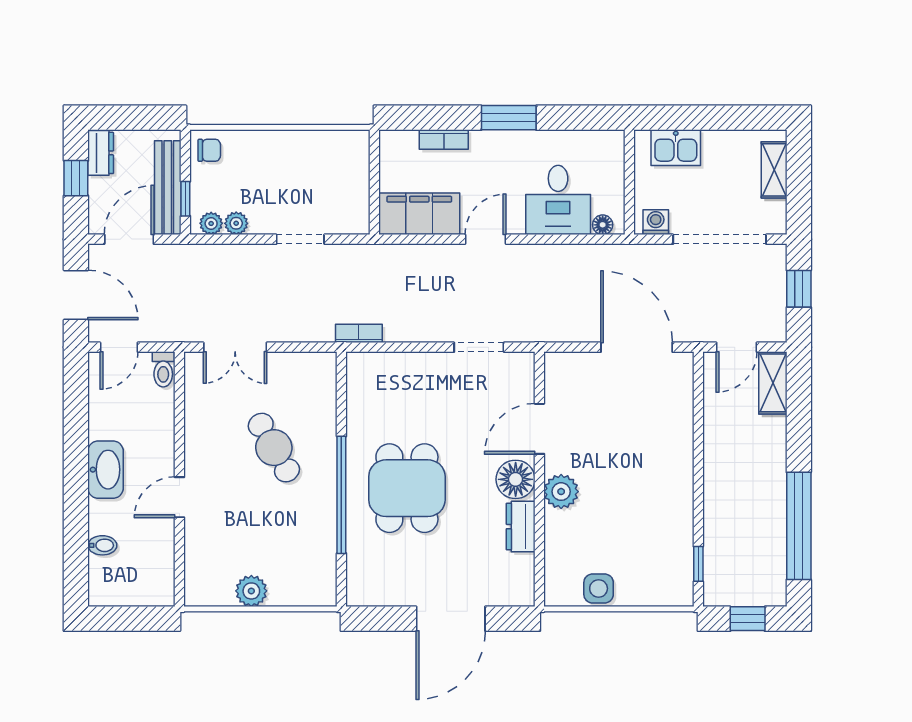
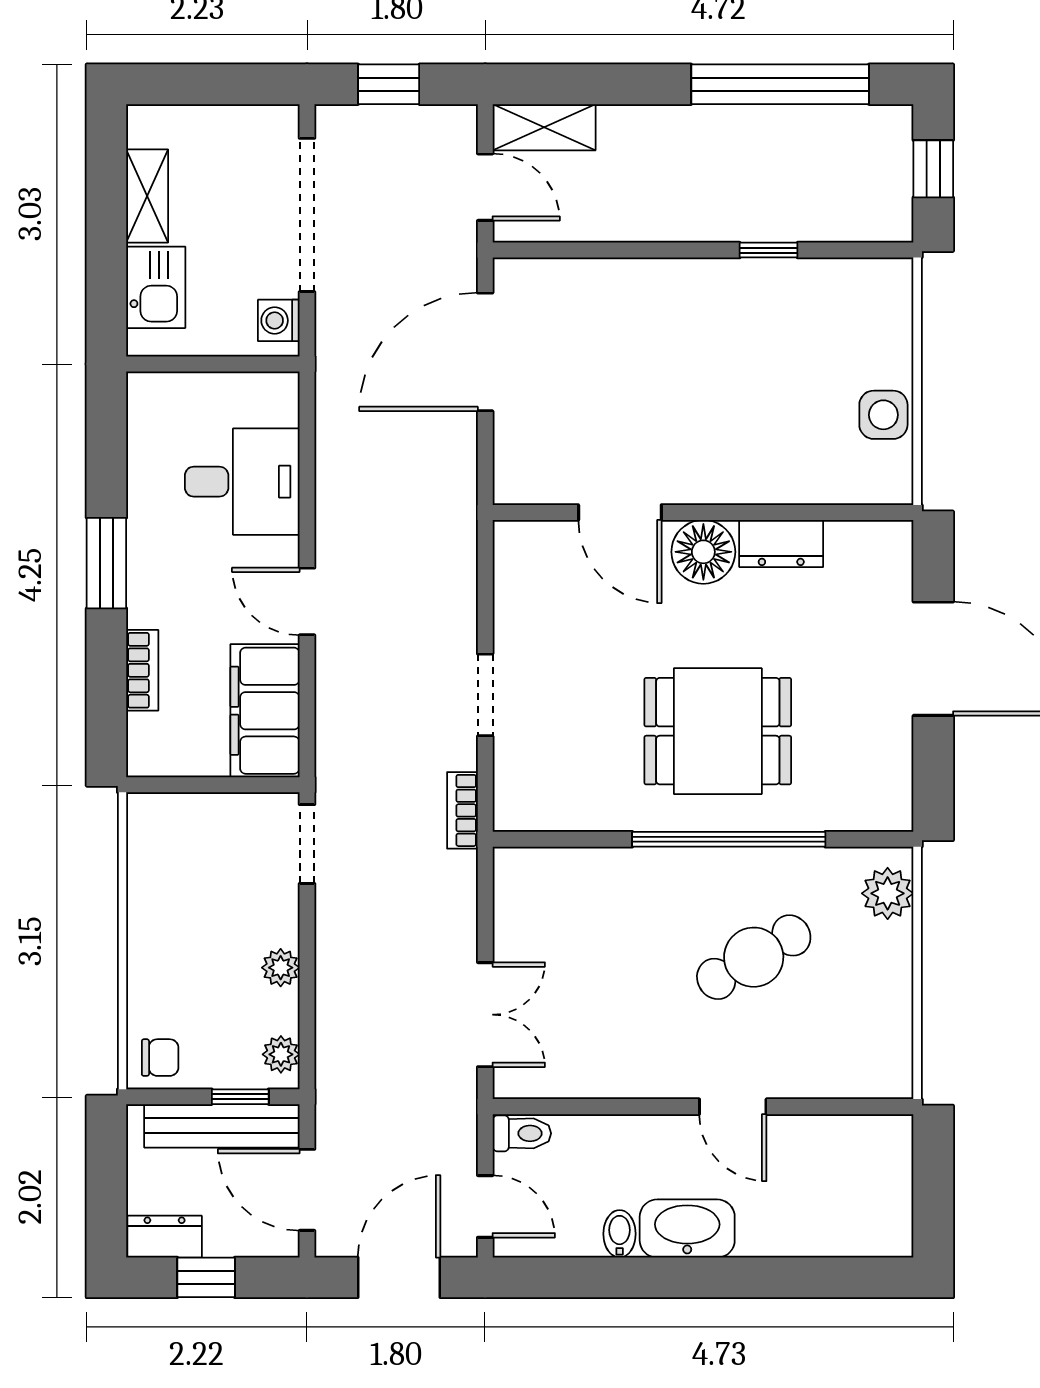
chair: (209, 150) -> (160, 1058), turned 90
shelving: (774, 170) -> (147, 196), moved, turned 90
plant: (236, 223) -> (281, 968), moved
floor lamp: (603, 225) -> (283, 408), removed
doorway: (300, 239) -> (307, 844), moved
doorway: (479, 347) -> (485, 695), moved
cafe table: (274, 448) -> (754, 957), moved
plant: (561, 492) -> (723, 477), removed
bidet: (102, 545) -> (620, 1234), moved
window: (698, 564) -> (769, 250), moved
plant: (251, 591) -> (888, 893), moved

